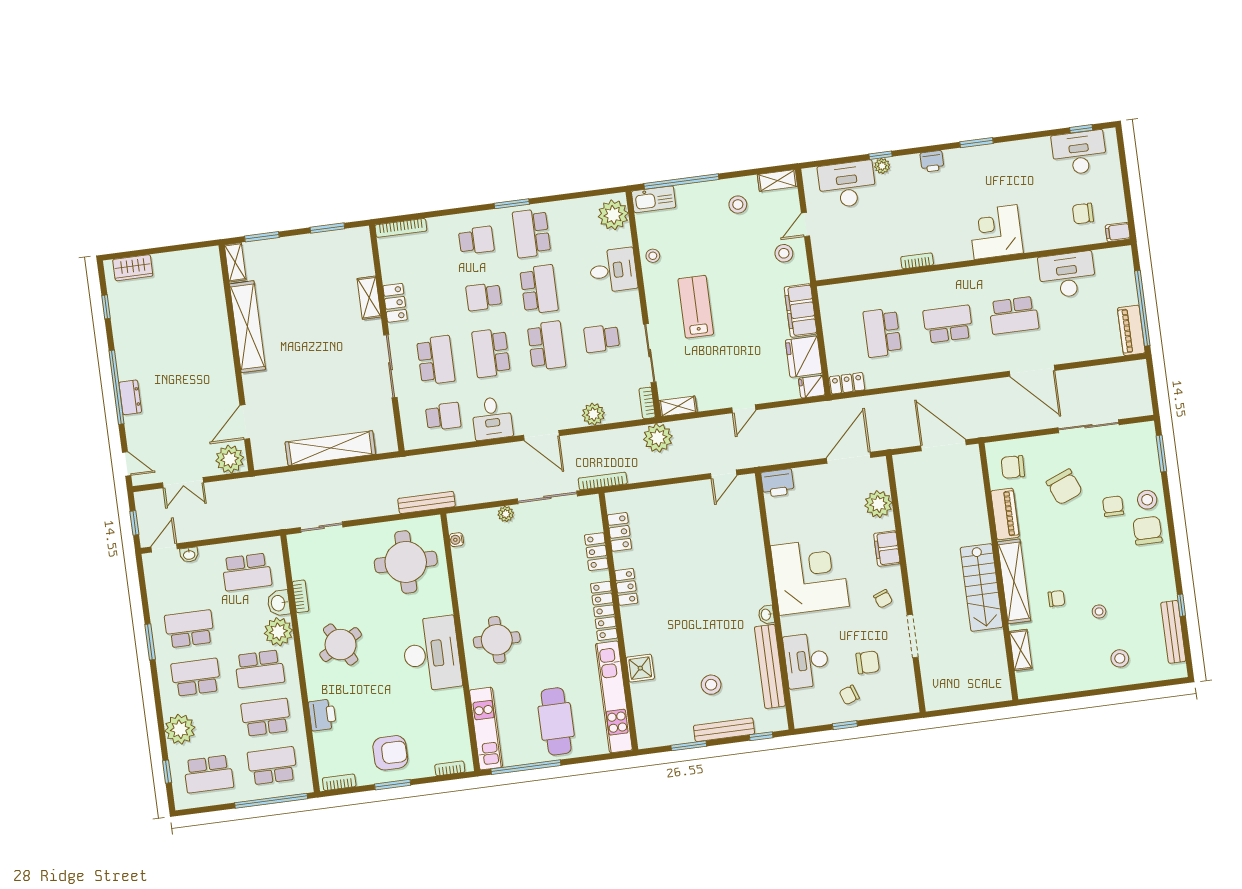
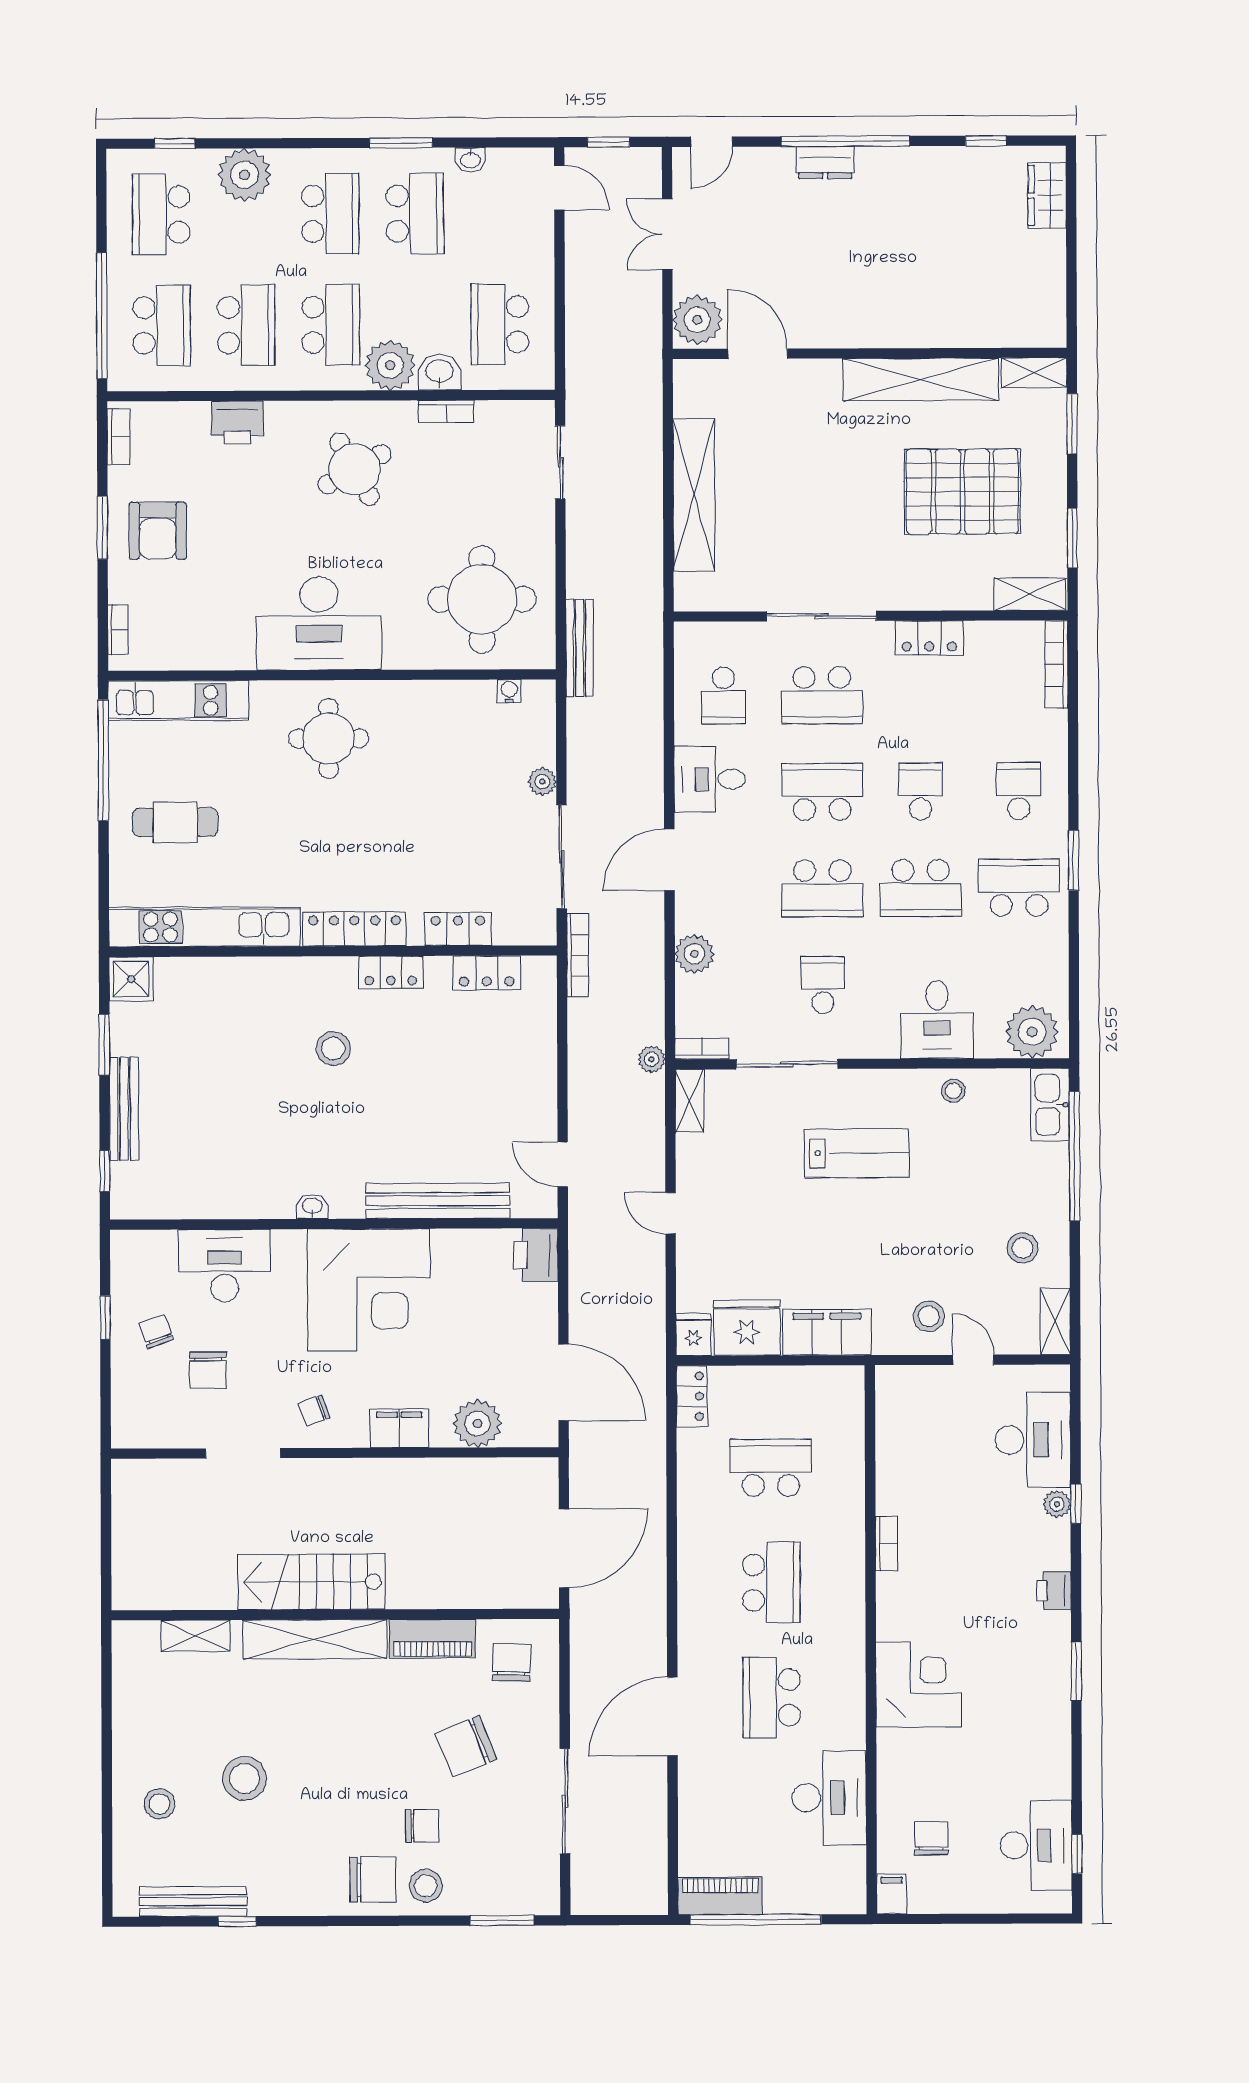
school desk: (476, 240) -> (1019, 791), turned 180
pallet: (309, 294) -> (962, 492), added
shelving: (369, 298) -> (1030, 594), moved
plant: (658, 438) -> (652, 1059), width x0.53, depth x0.53
washbasin: (189, 555) -> (471, 160), moved, turned -90
chair: (1056, 599) -> (276, 1708), removed
stool: (1099, 611) -> (245, 1779), width x1.89, depth x1.89
bench: (770, 666) -> (438, 1201), moved
shower: (640, 668) -> (131, 979), moved
school desk: (260, 669) -> (331, 325), turned 180
stool: (711, 685) -> (333, 1049), moved
cafe table: (556, 721) -> (175, 822), width x0.73, depth x0.74

